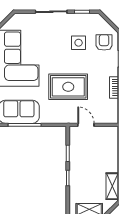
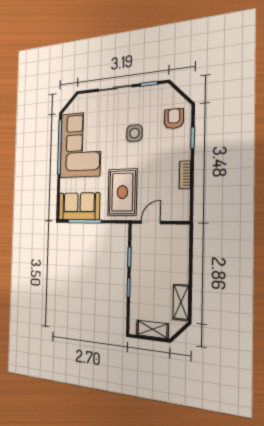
side table: (79, 43) -> (134, 133), moved
rug: (68, 87) -> (122, 192), moved, turned 90
door: (86, 125) -> (151, 222), hinge flipped

